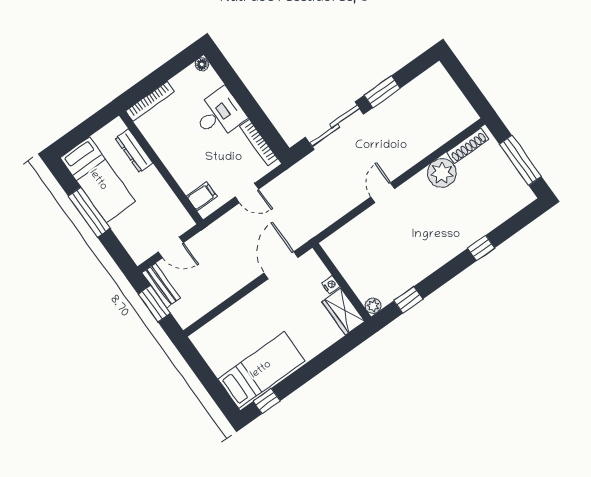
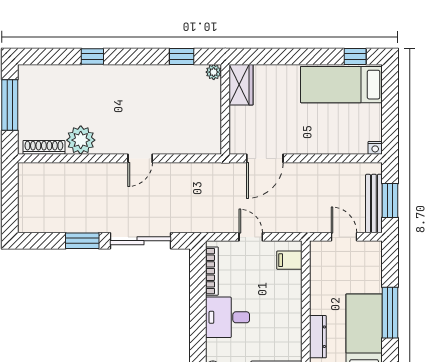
bench: (161, 285) -> (374, 204), width x1.36
nightstand: (331, 285) -> (375, 148), moved, turned -90

